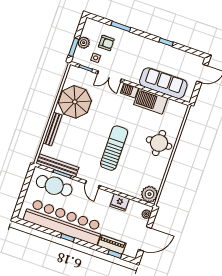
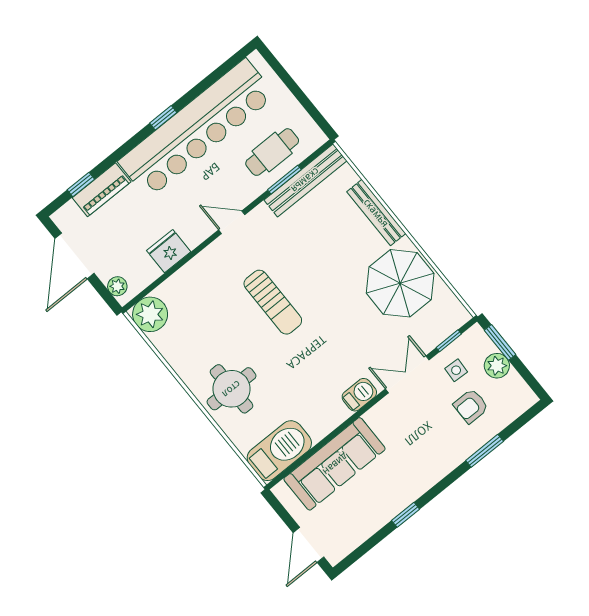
barbecue: (151, 101) -> (279, 451), moved
sun lounger: (114, 148) -> (273, 302), width x0.73, depth x0.75
cafe table: (54, 186) -> (272, 152), width x0.73, depth x0.74

